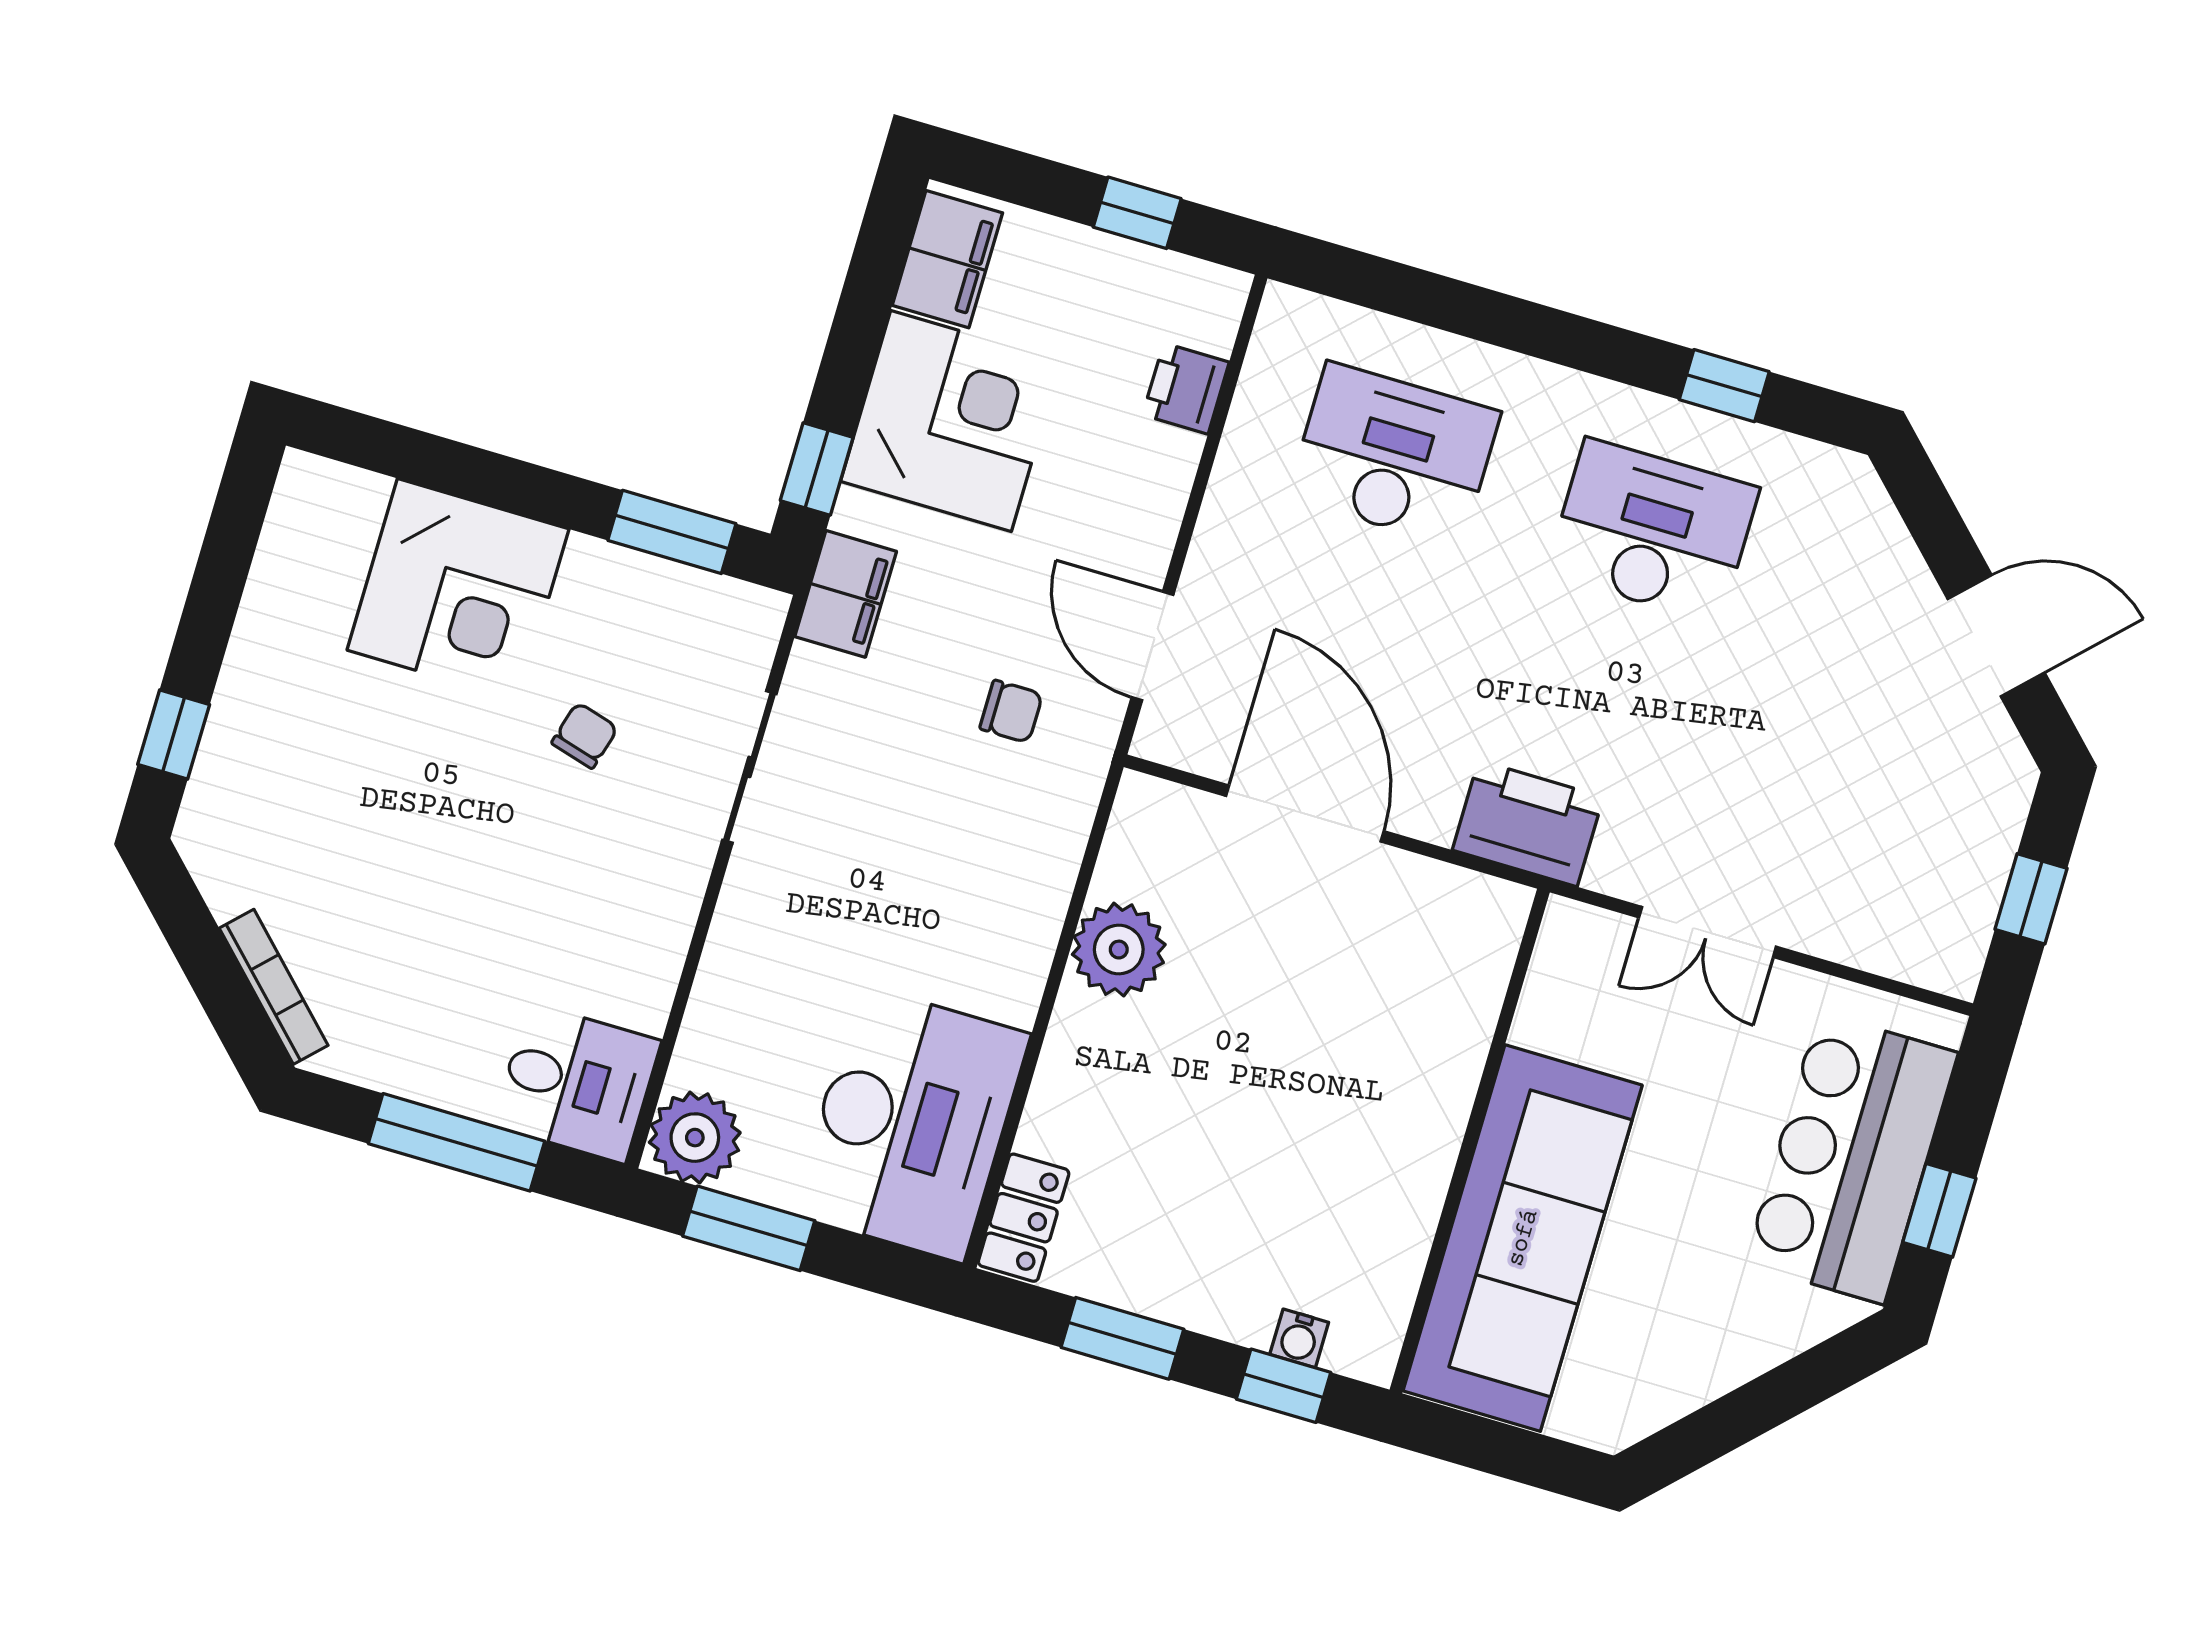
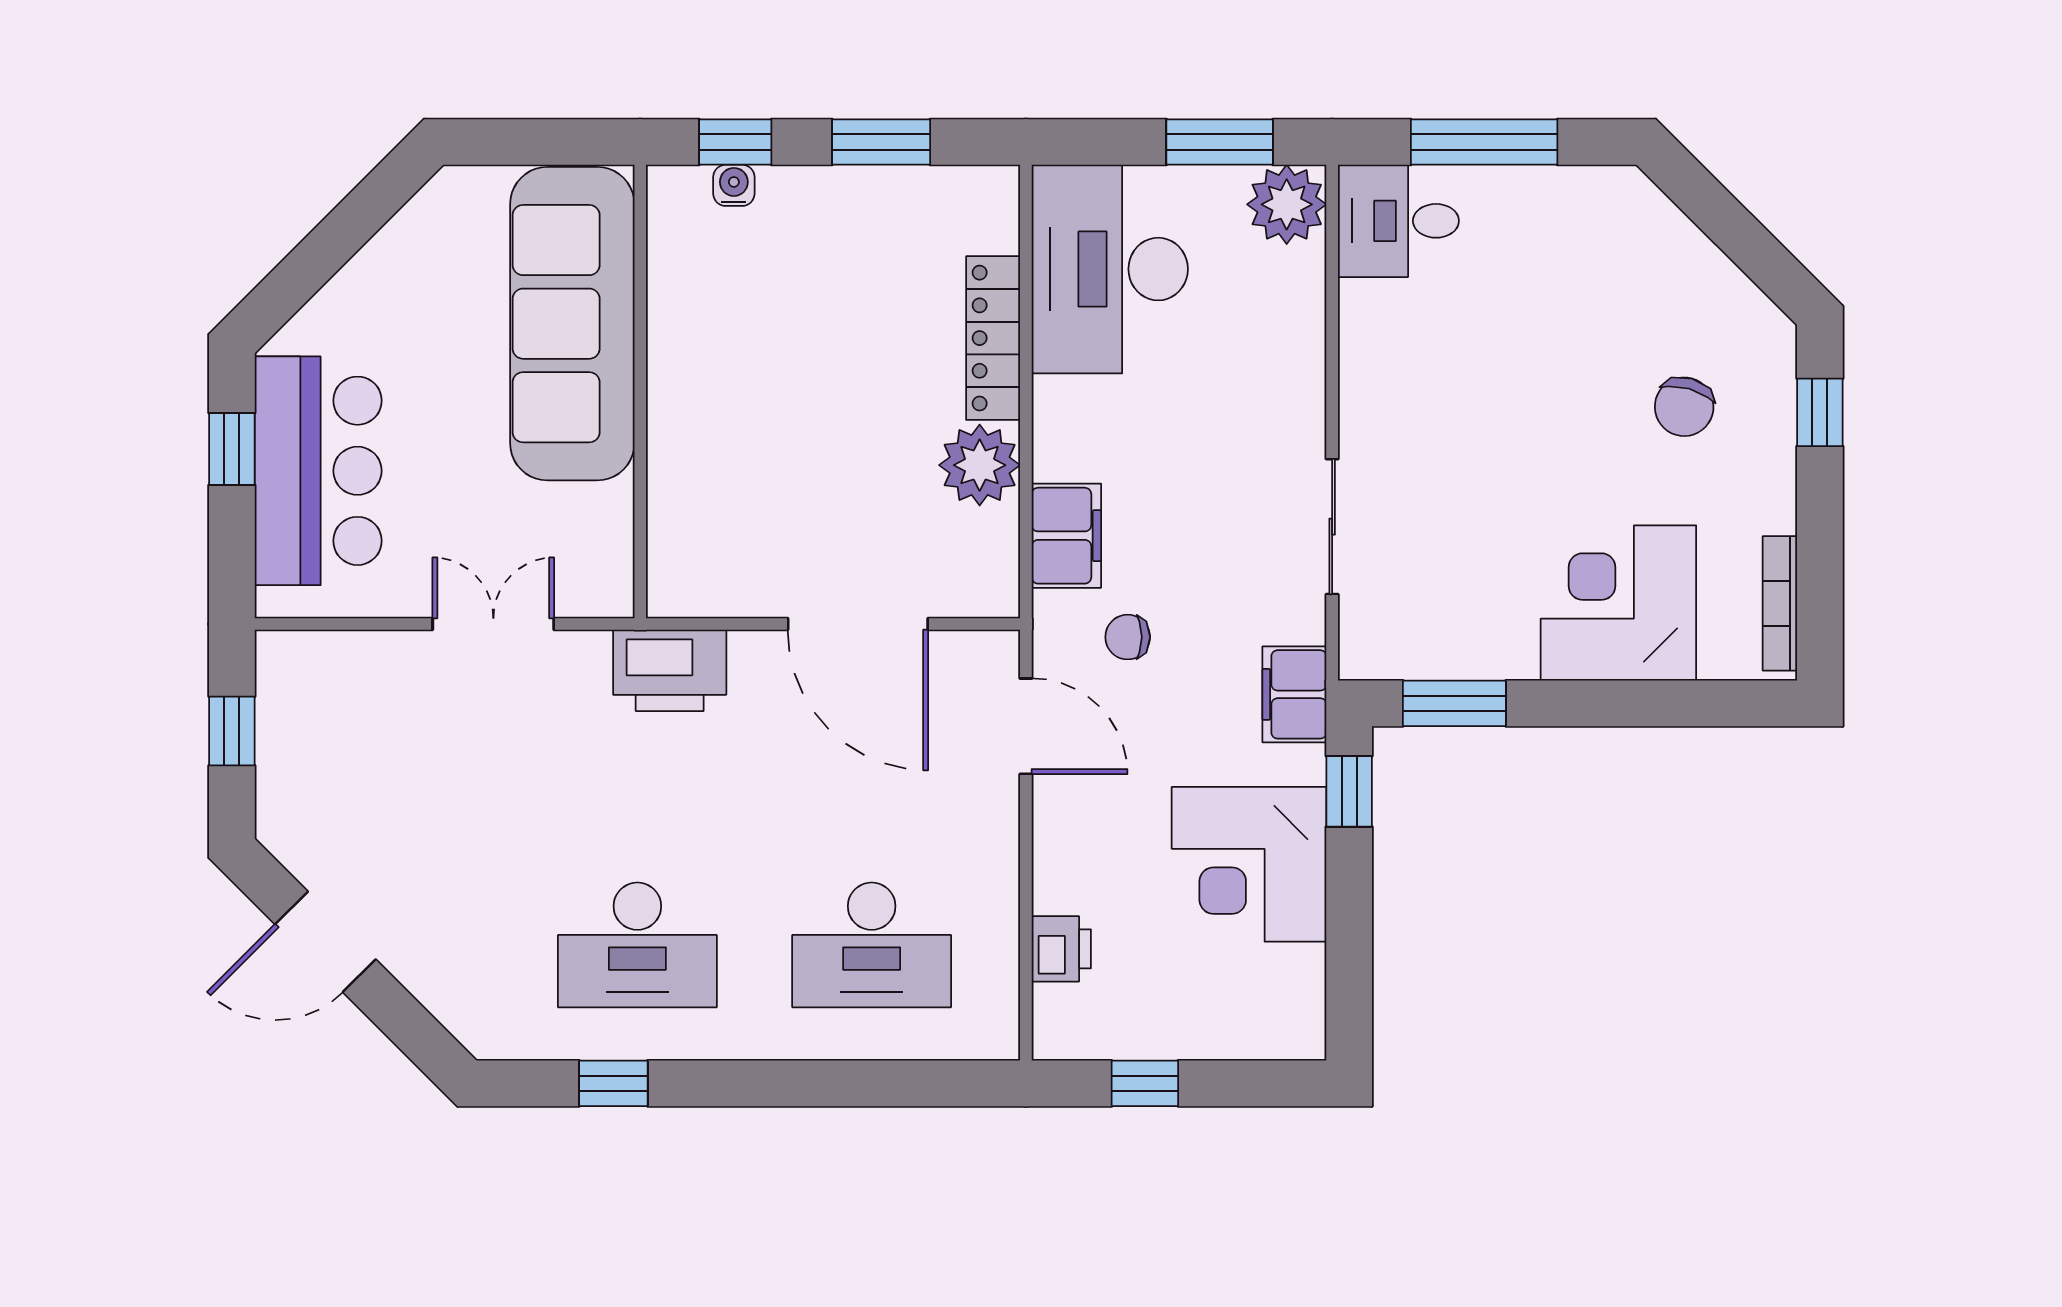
filing cabinet: (947, 259) -> (1066, 536), moved, turned 180
chair: (585, 735) -> (1684, 407), moved, width x1.37, depth x1.37
bookcase: (274, 987) -> (1780, 603), moved, turned 45
locker: (1024, 1218) -> (993, 338), moved, width x1.53

